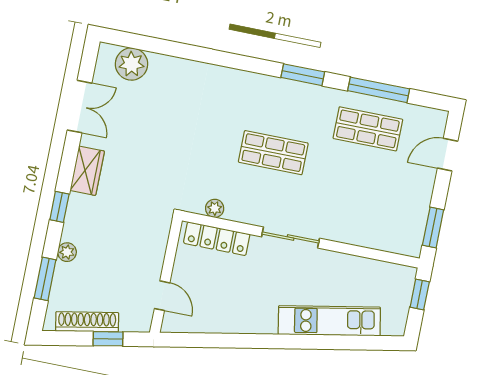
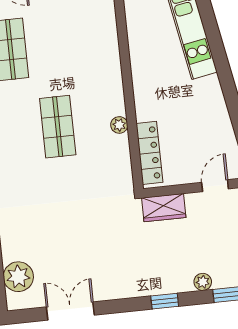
wardrobe: (87, 171) -> (164, 208), moved, turned 180
plant: (215, 208) -> (119, 125), moved
sliding door: (291, 238) -> (128, 88), removed

